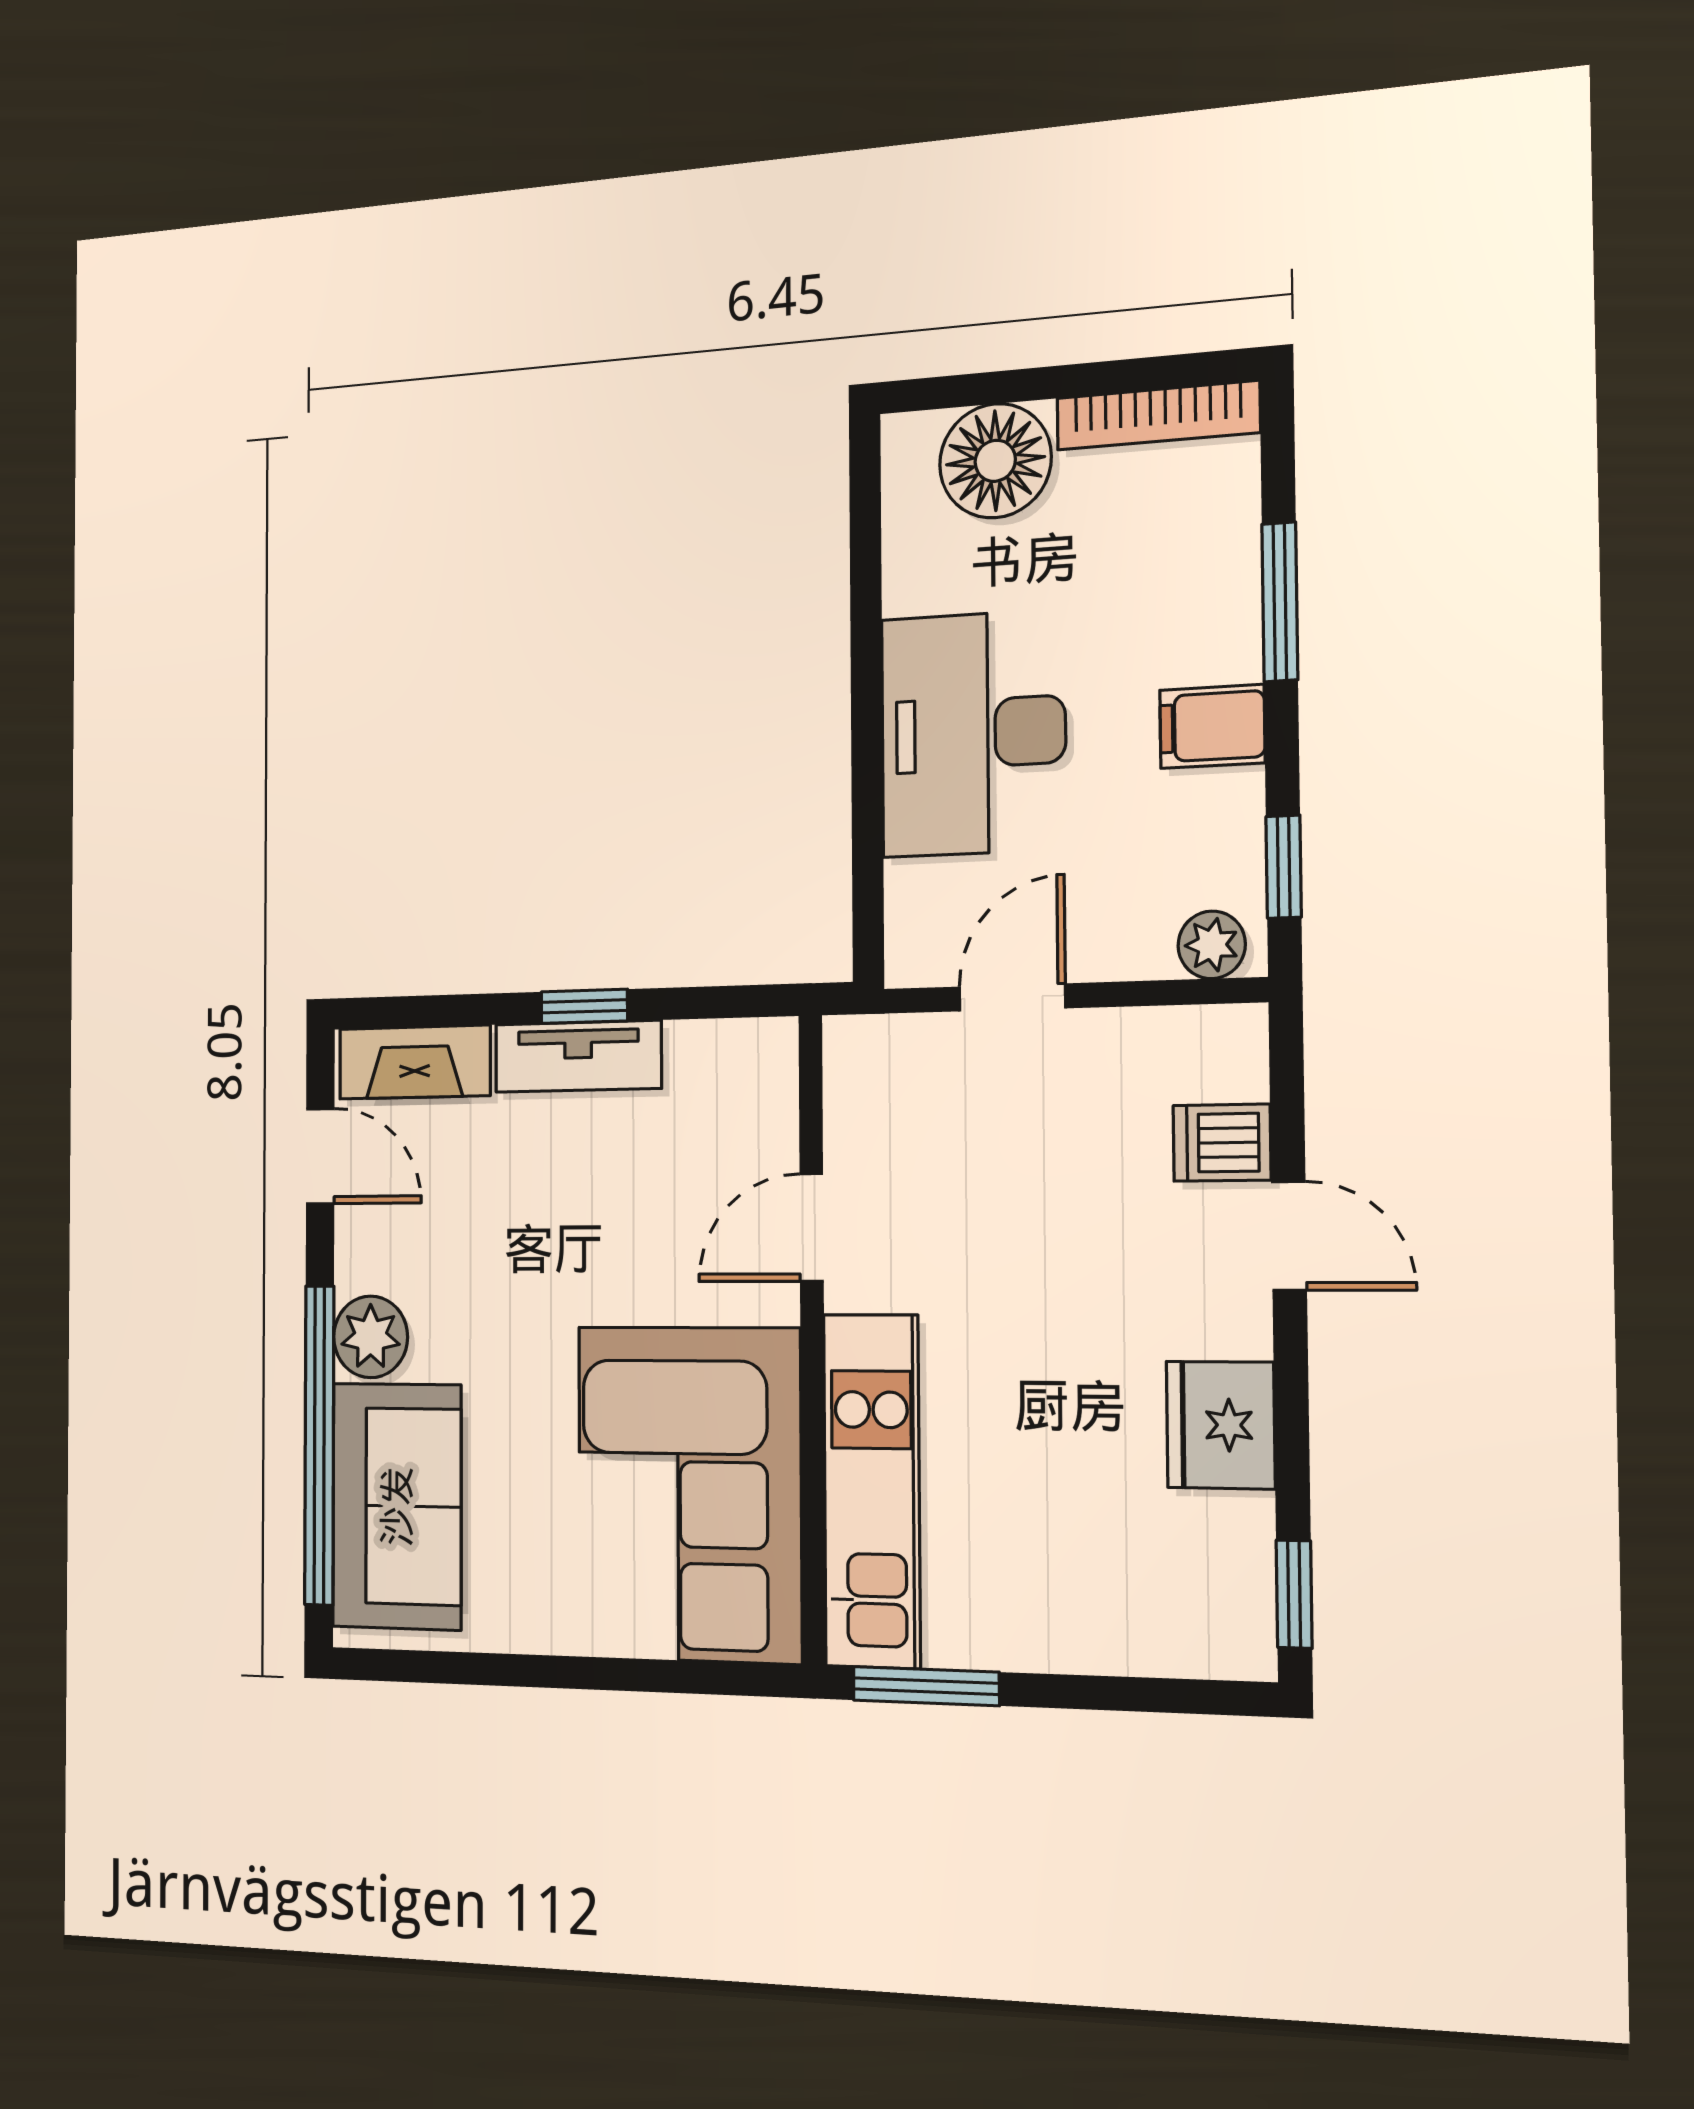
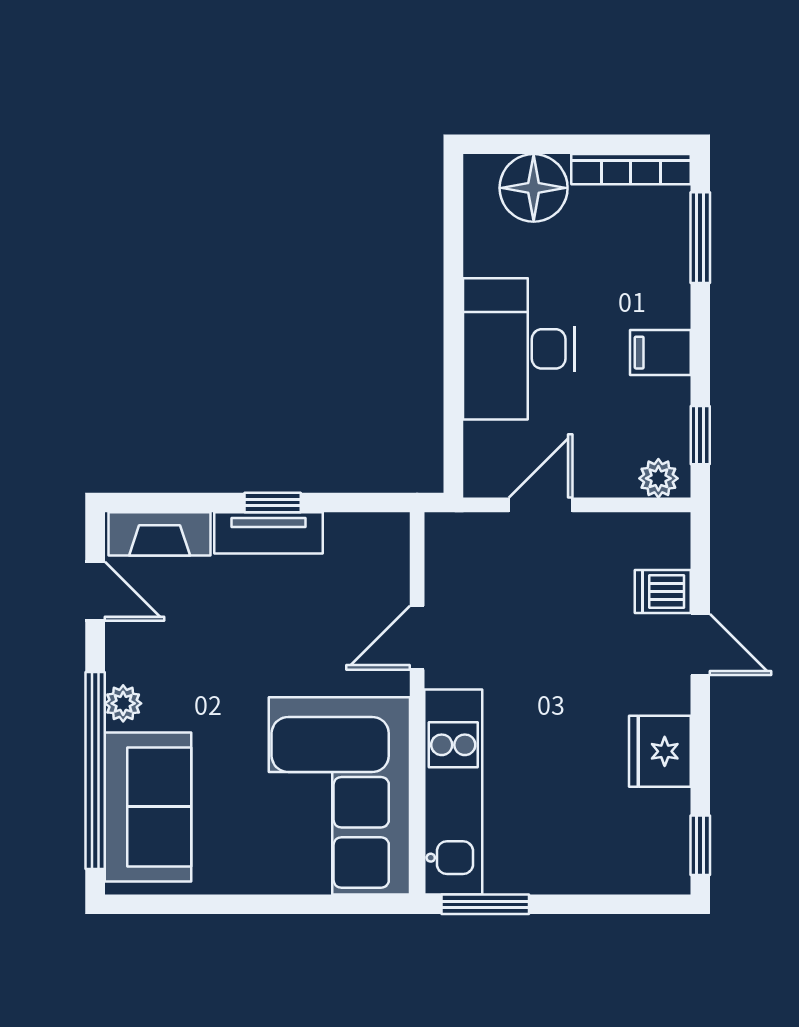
window: (1280, 602) -> (700, 238), moved
plant: (371, 1337) -> (123, 703), width x0.73, depth x0.73

